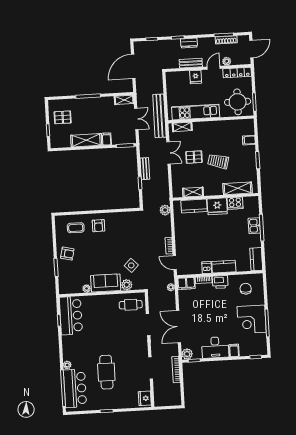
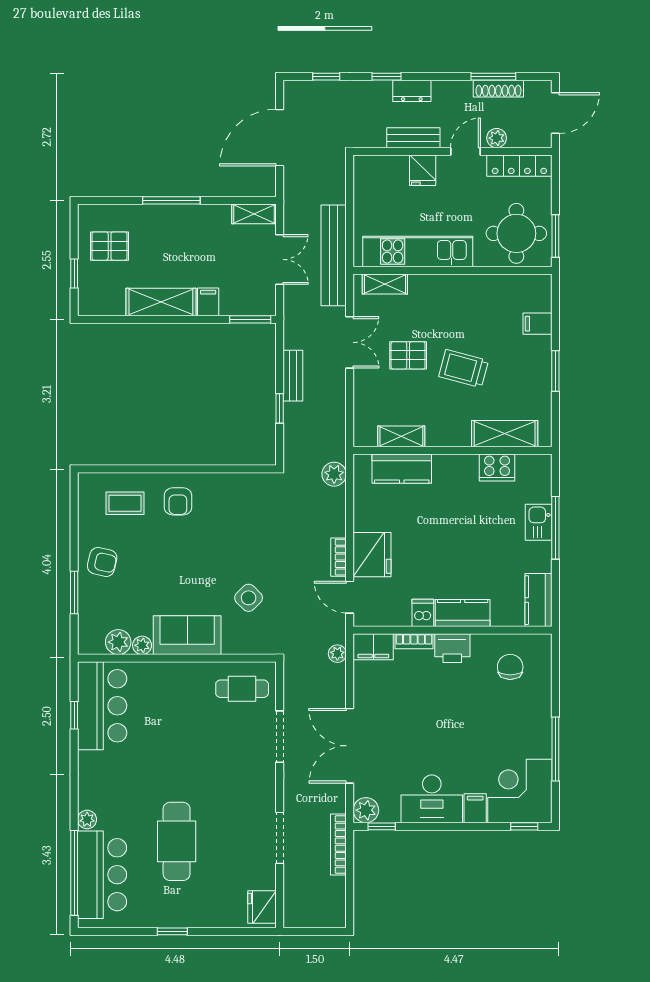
fridge: (217, 206) -> (372, 555), moved, turned -90
plant: (127, 285) -> (118, 642), moved
corner desk: (252, 319) -> (520, 791), moved, turned 90

